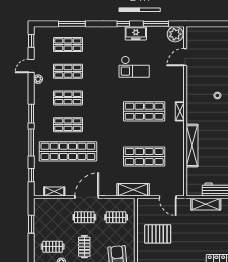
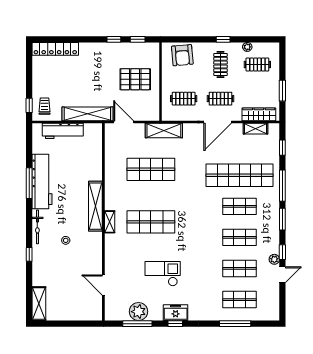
freezer: (136, 33) -> (176, 313), moved
plant: (175, 34) -> (138, 312), moved
window: (31, 41) -> (282, 252), moved
door: (185, 57) -> (103, 285), swing flipped
shelving: (192, 146) -> (95, 206), moved
wardrobe: (51, 204) -> (259, 114), added
shelving: (206, 204) -> (87, 114), width x1.47

